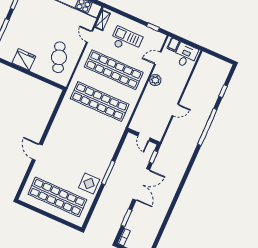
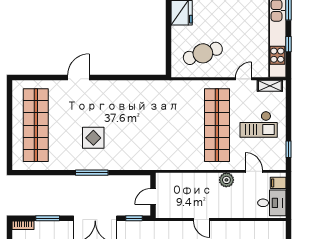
checkout: (126, 40) -> (259, 124), turned 90
shop shelf: (100, 102) -> (172, 125), removed
display table: (89, 183) -> (93, 138), moved

